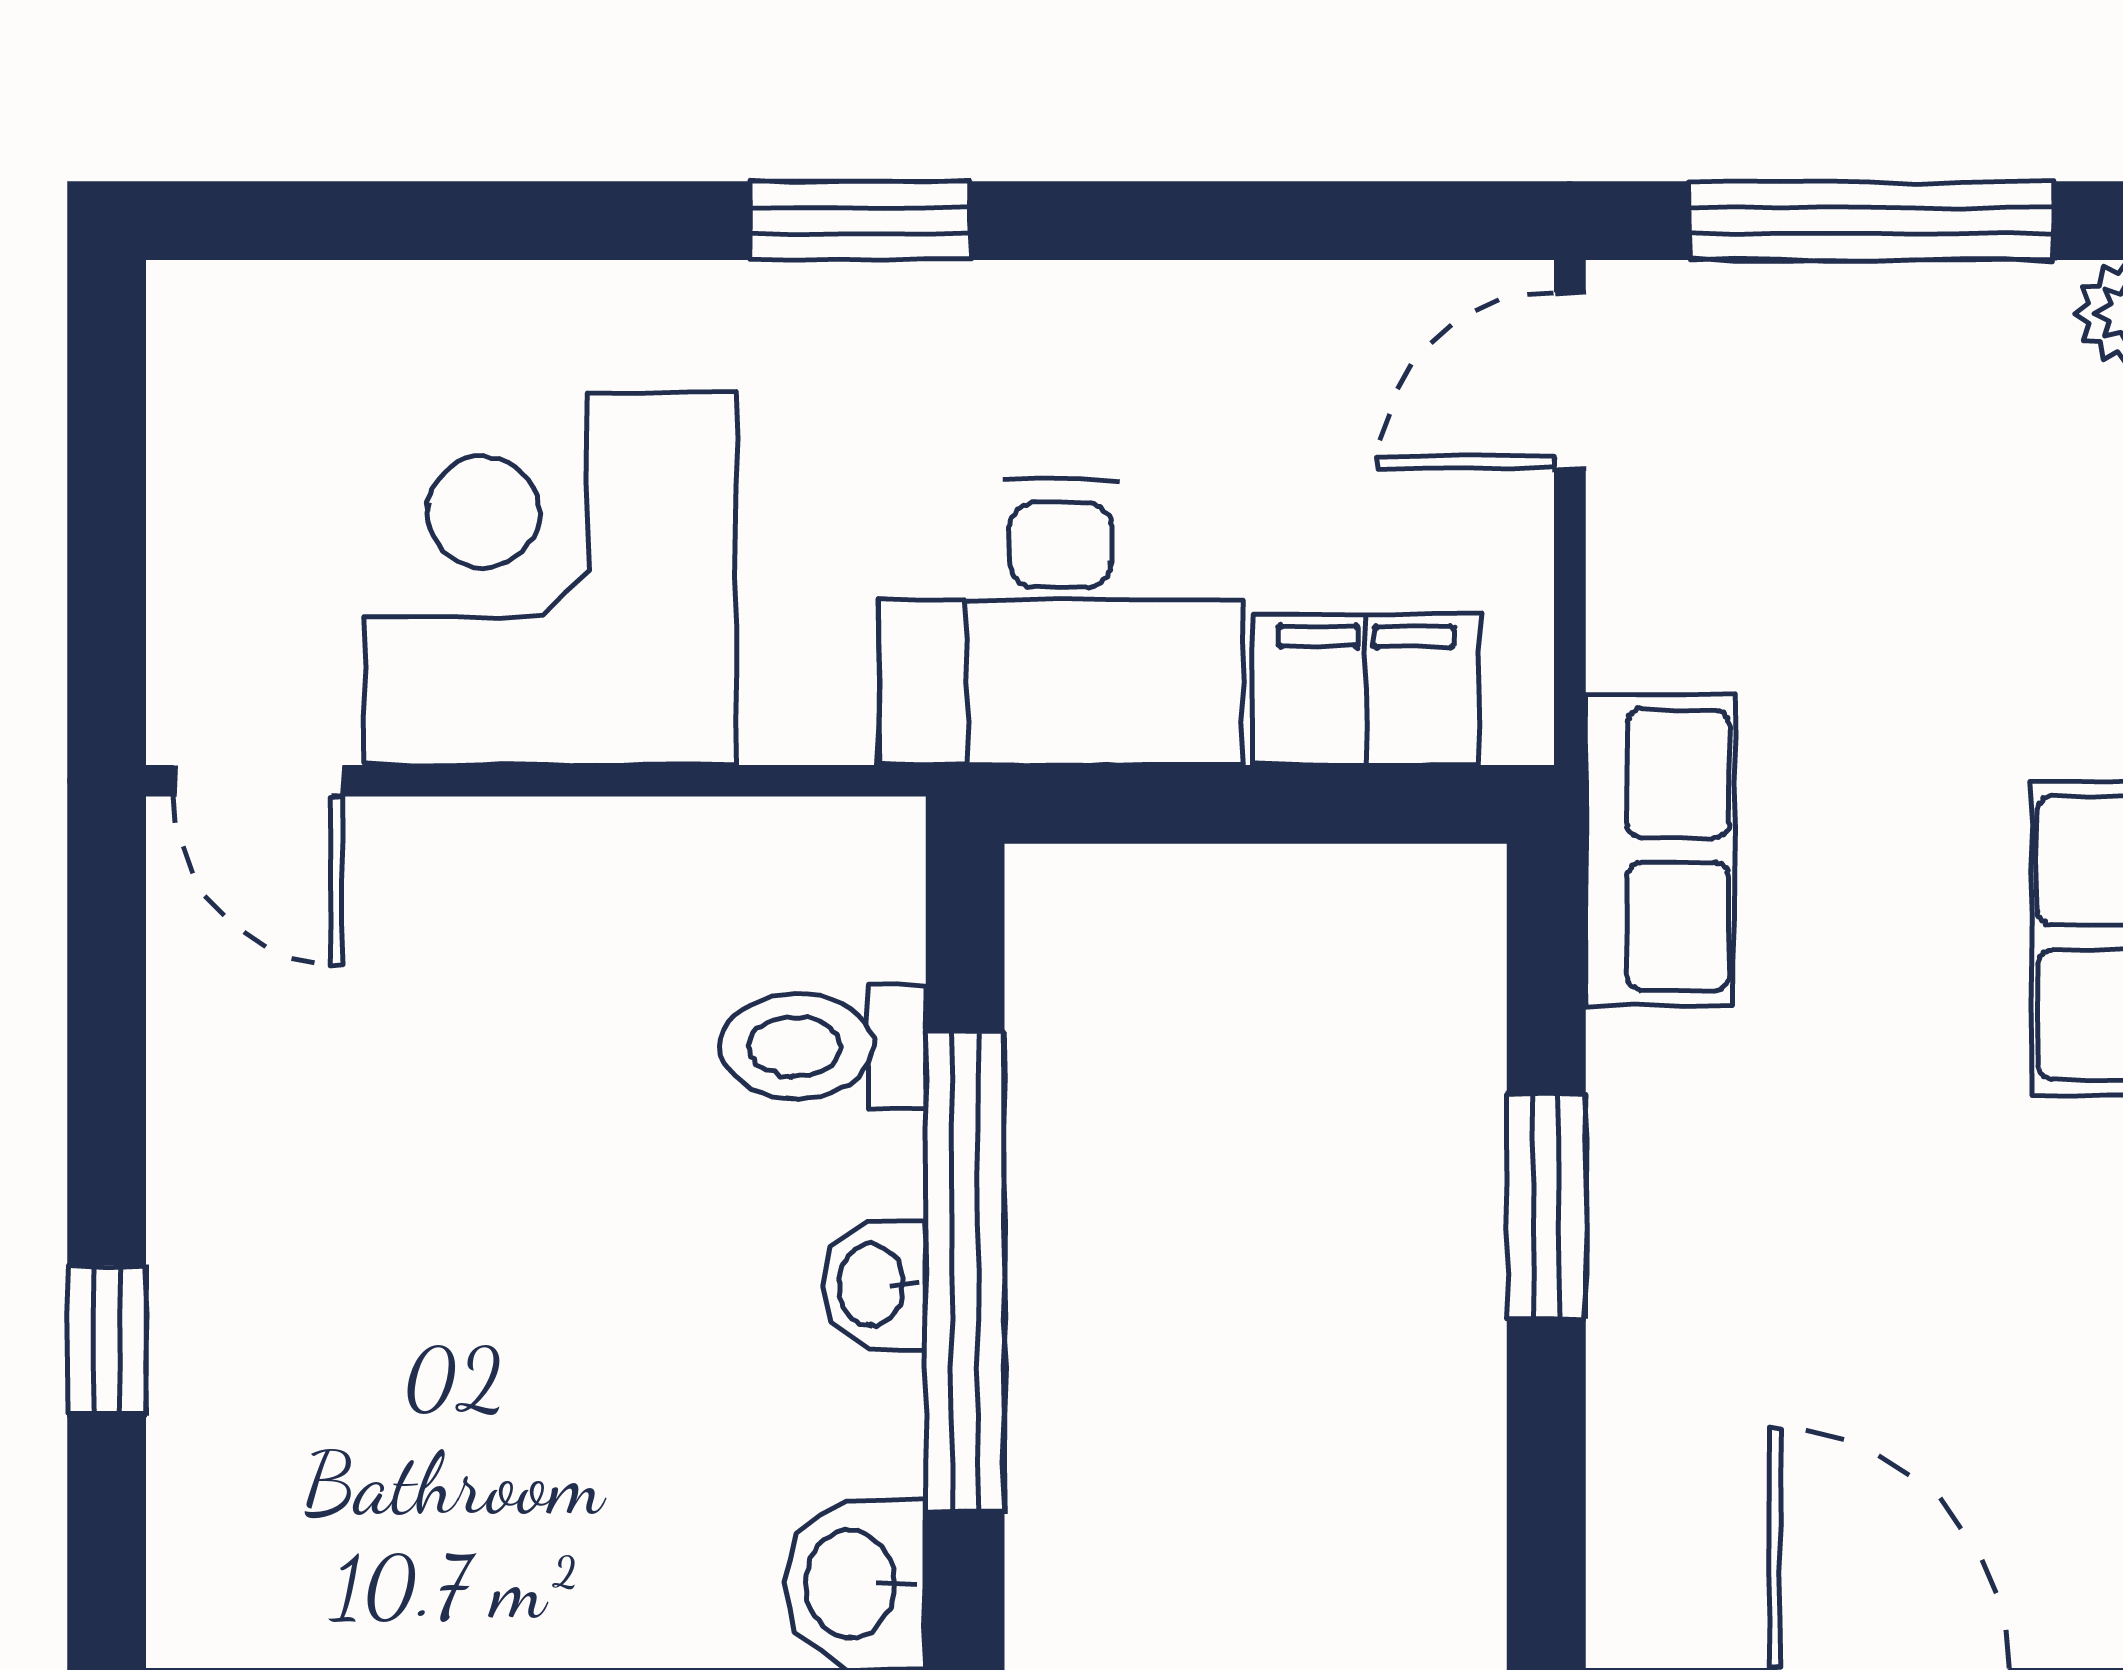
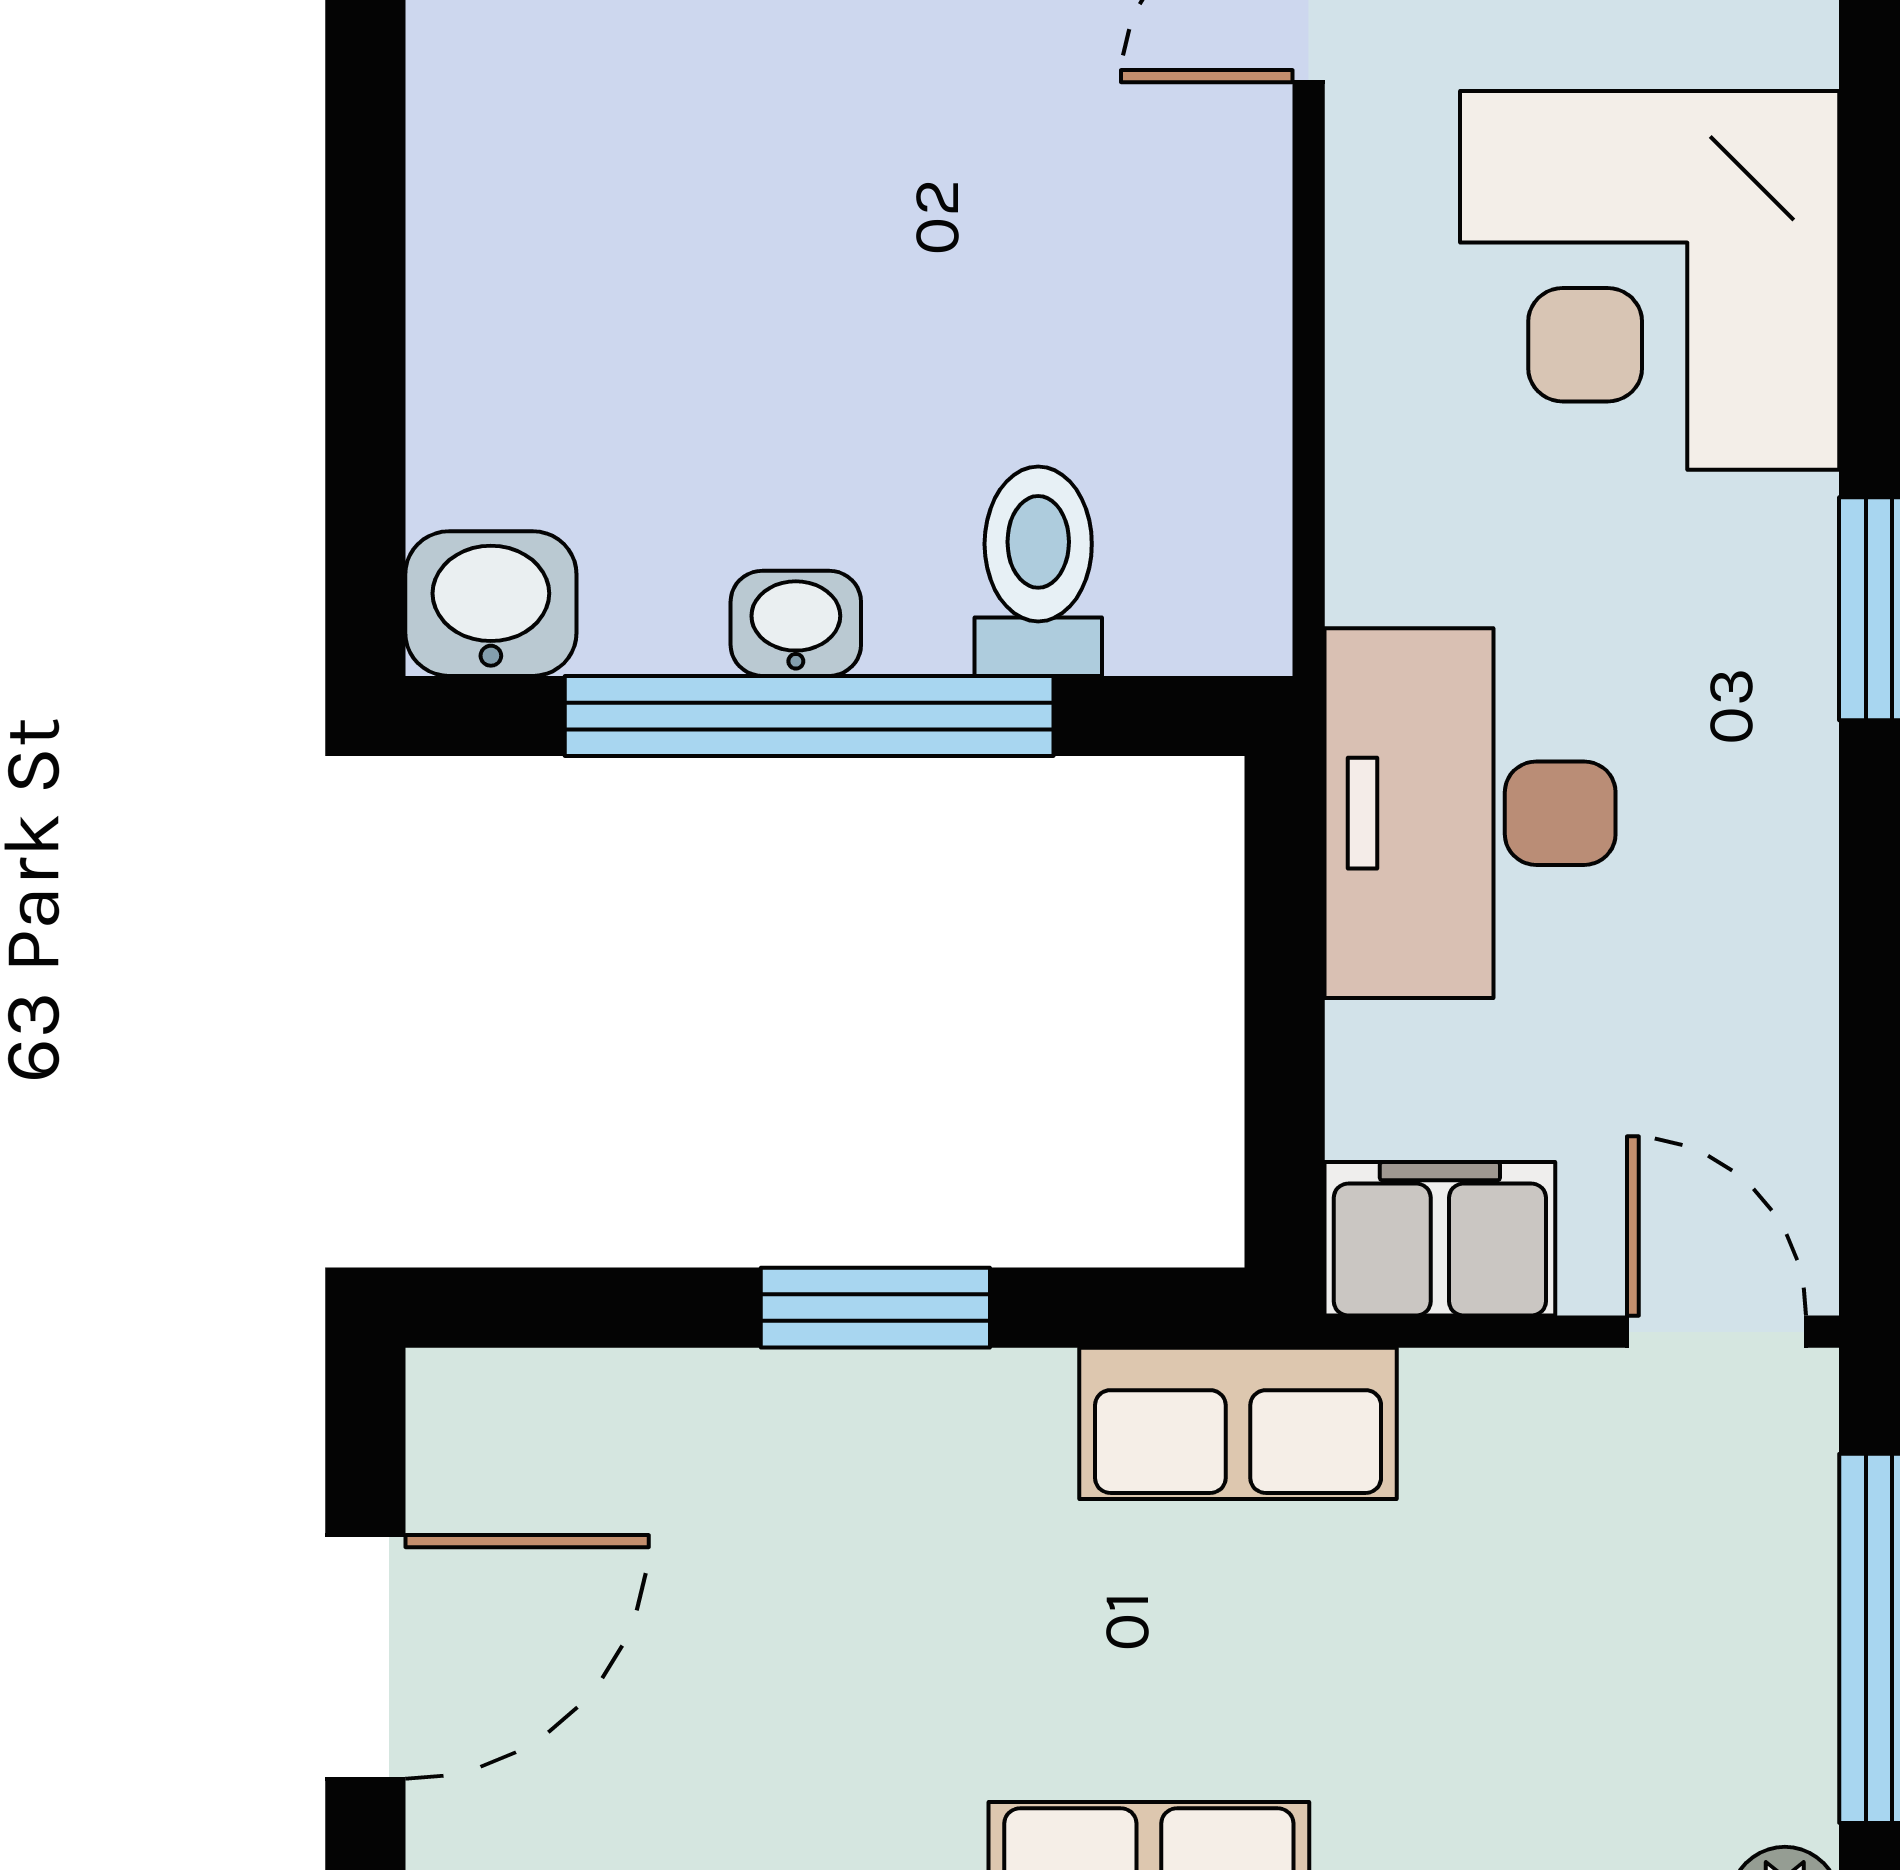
corner desk: (550, 579) -> (1650, 280), moved, turned 180
filing cabinet: (1366, 690) -> (1440, 1239), moved, turned -90

